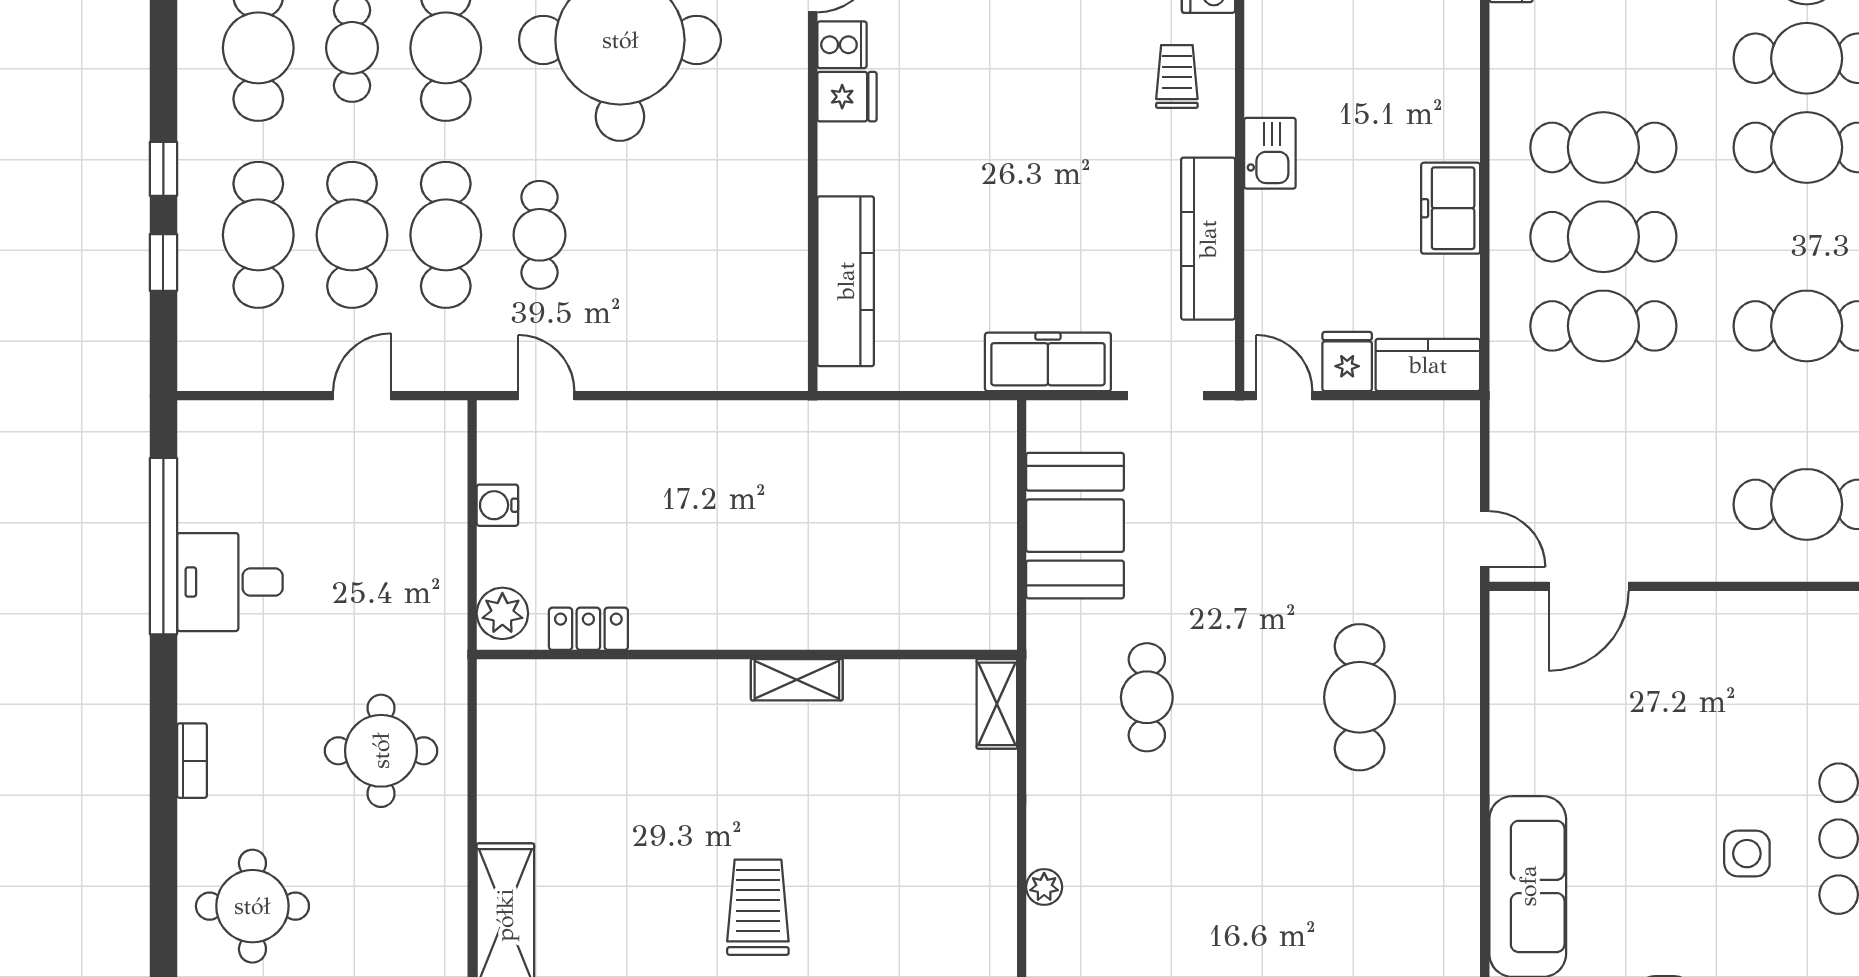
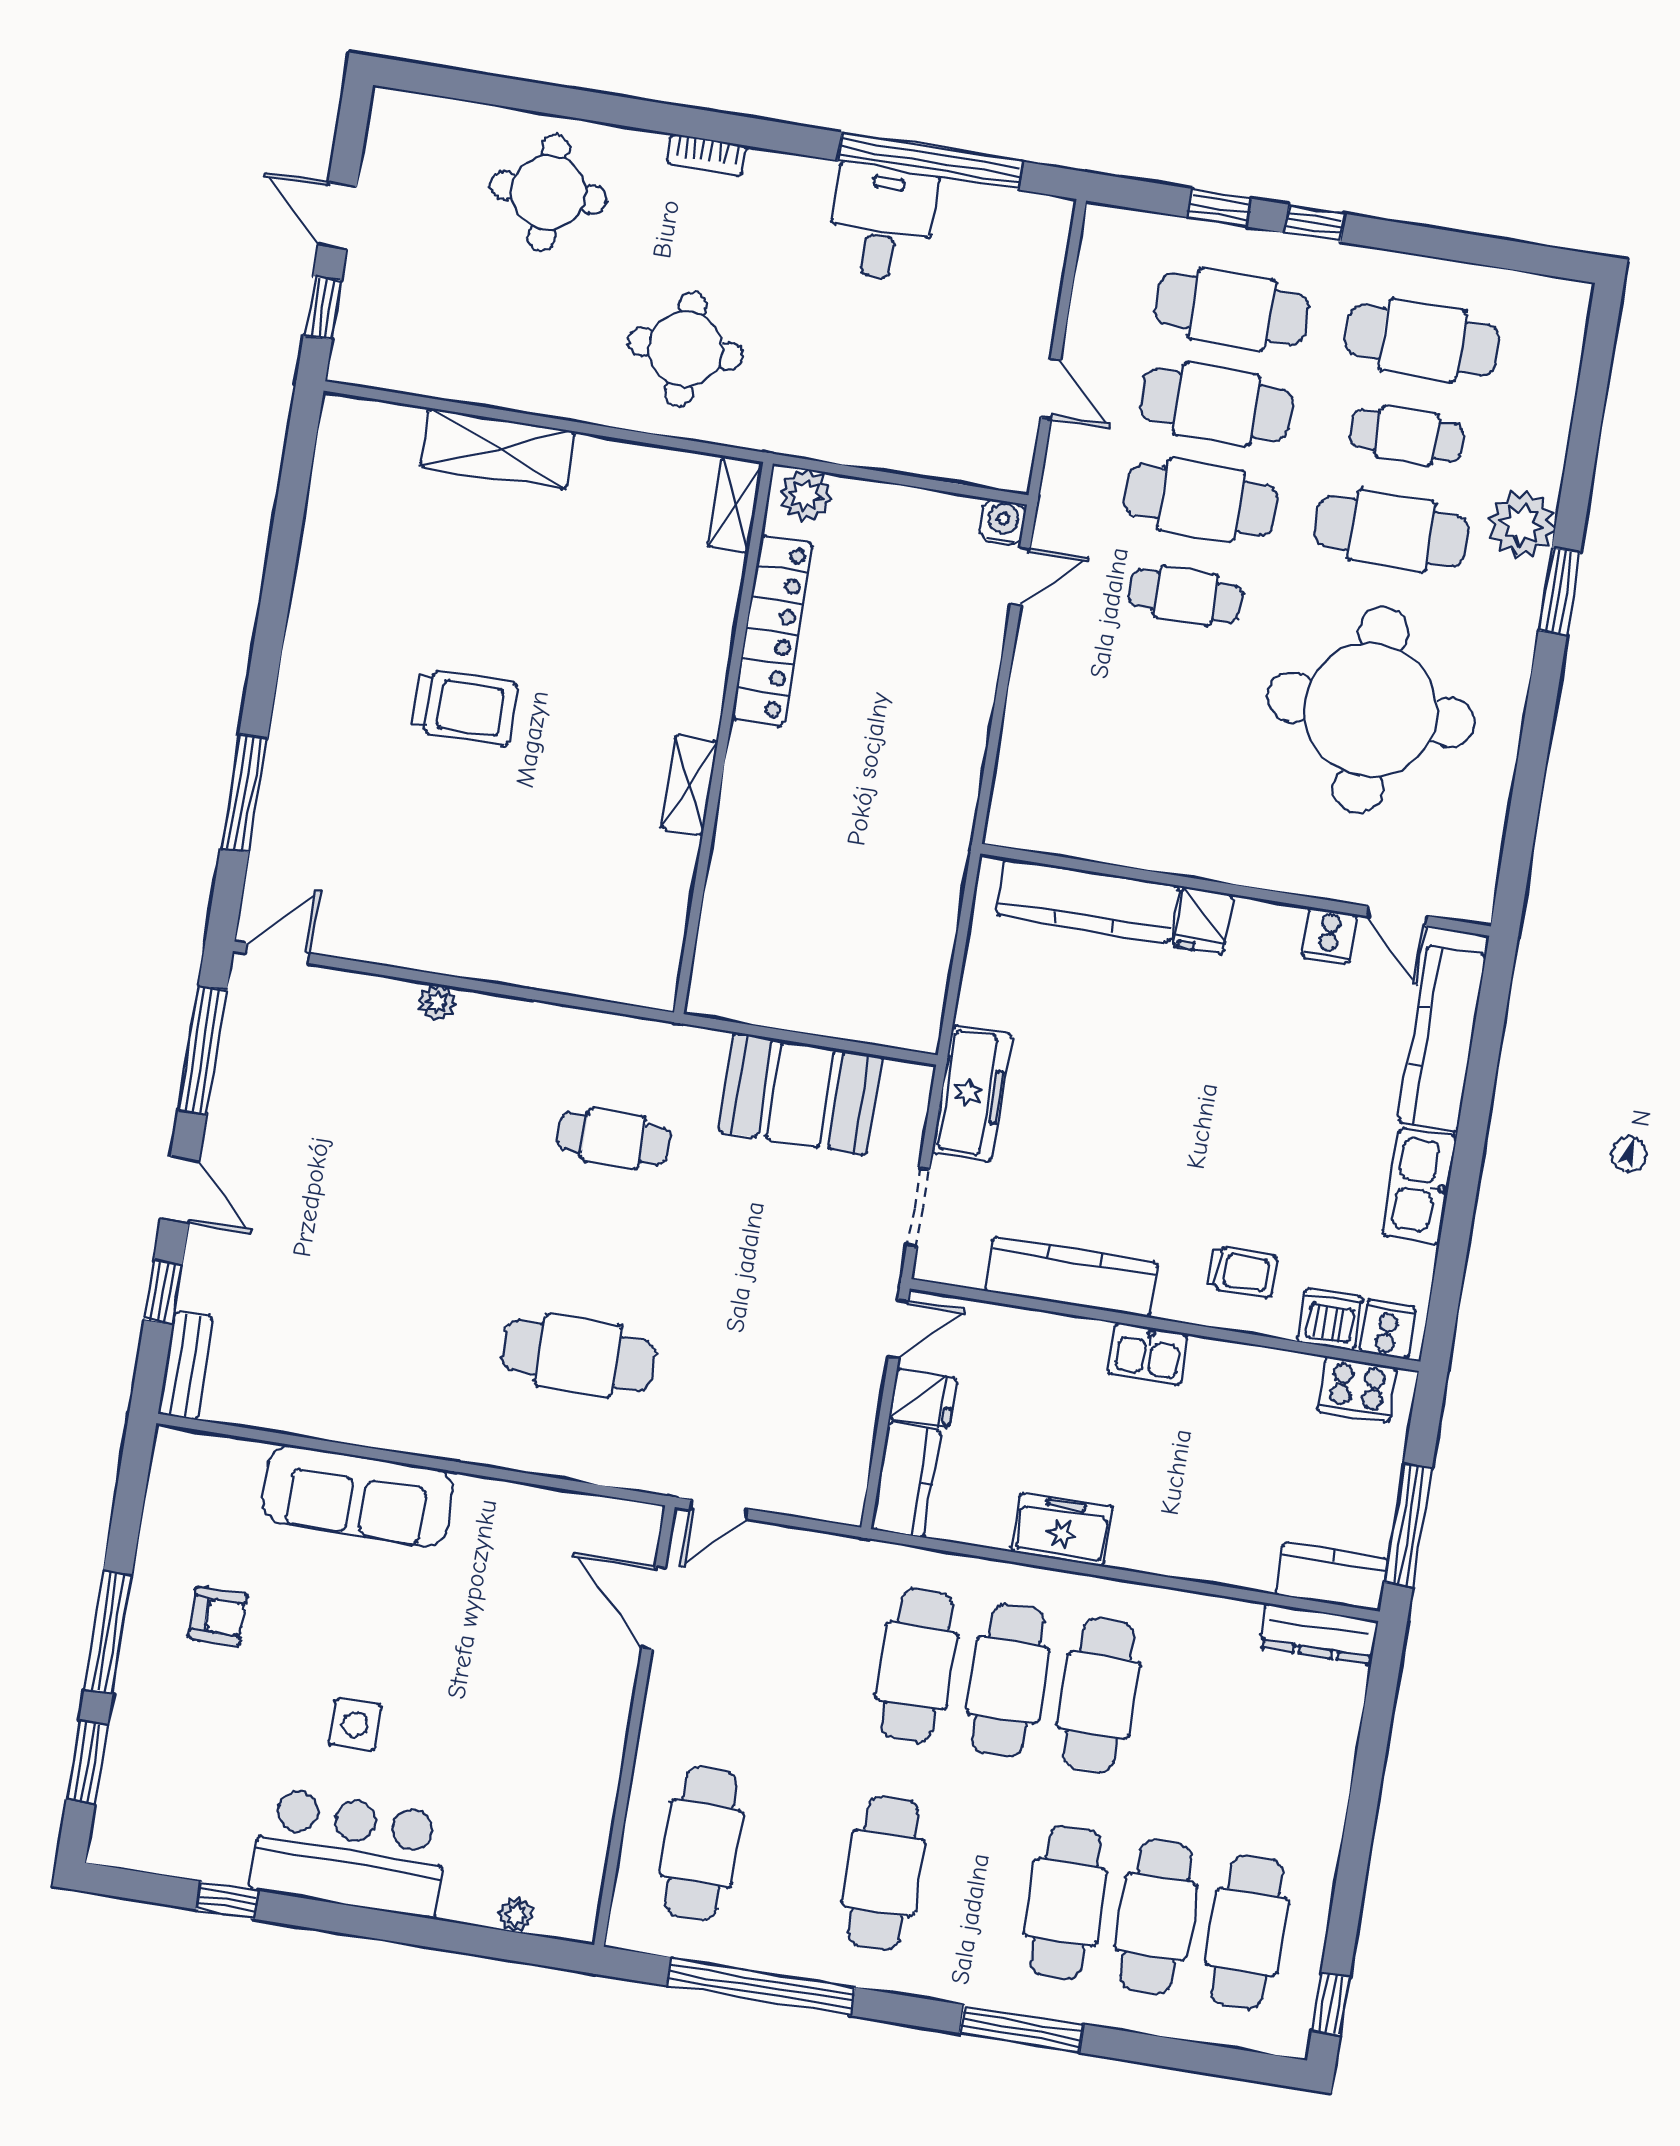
fridge: (847, 97) -> (1203, 920), moved
water cooler: (497, 505) -> (1003, 522), moved
locker: (588, 629) -> (772, 631), width x2.16, depth x1.21
shelving: (997, 704) -> (735, 504), moved, turned 90

